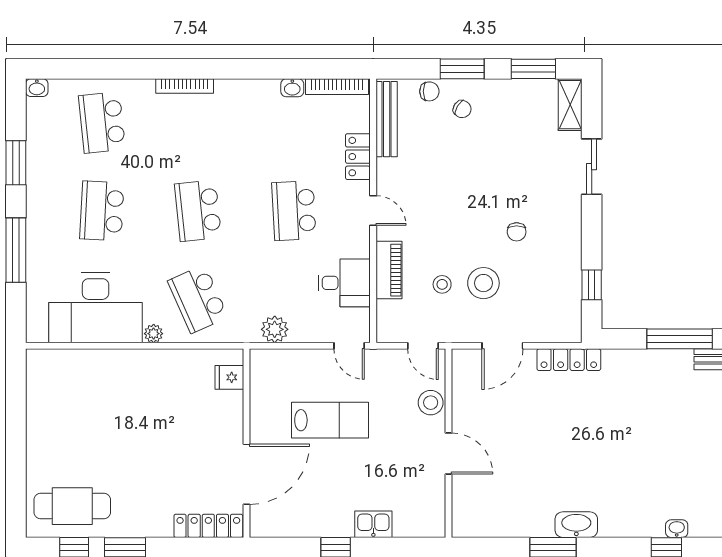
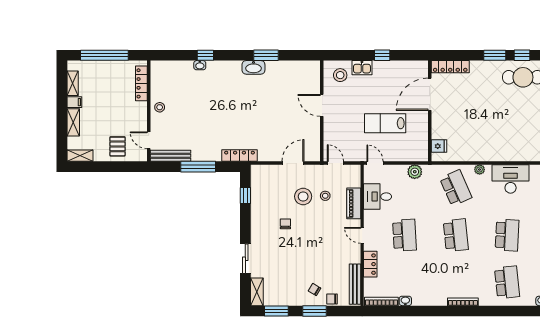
desk: (96, 308) -> (511, 179), width x0.73, depth x0.77
locker: (569, 360) -> (240, 156), moved
stool: (431, 403) -> (340, 75), moved

